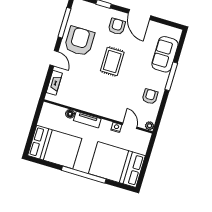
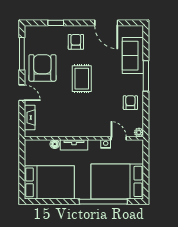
door: (140, 15) -> (106, 23), moved
window: (84, 175) -> (103, 202), moved

